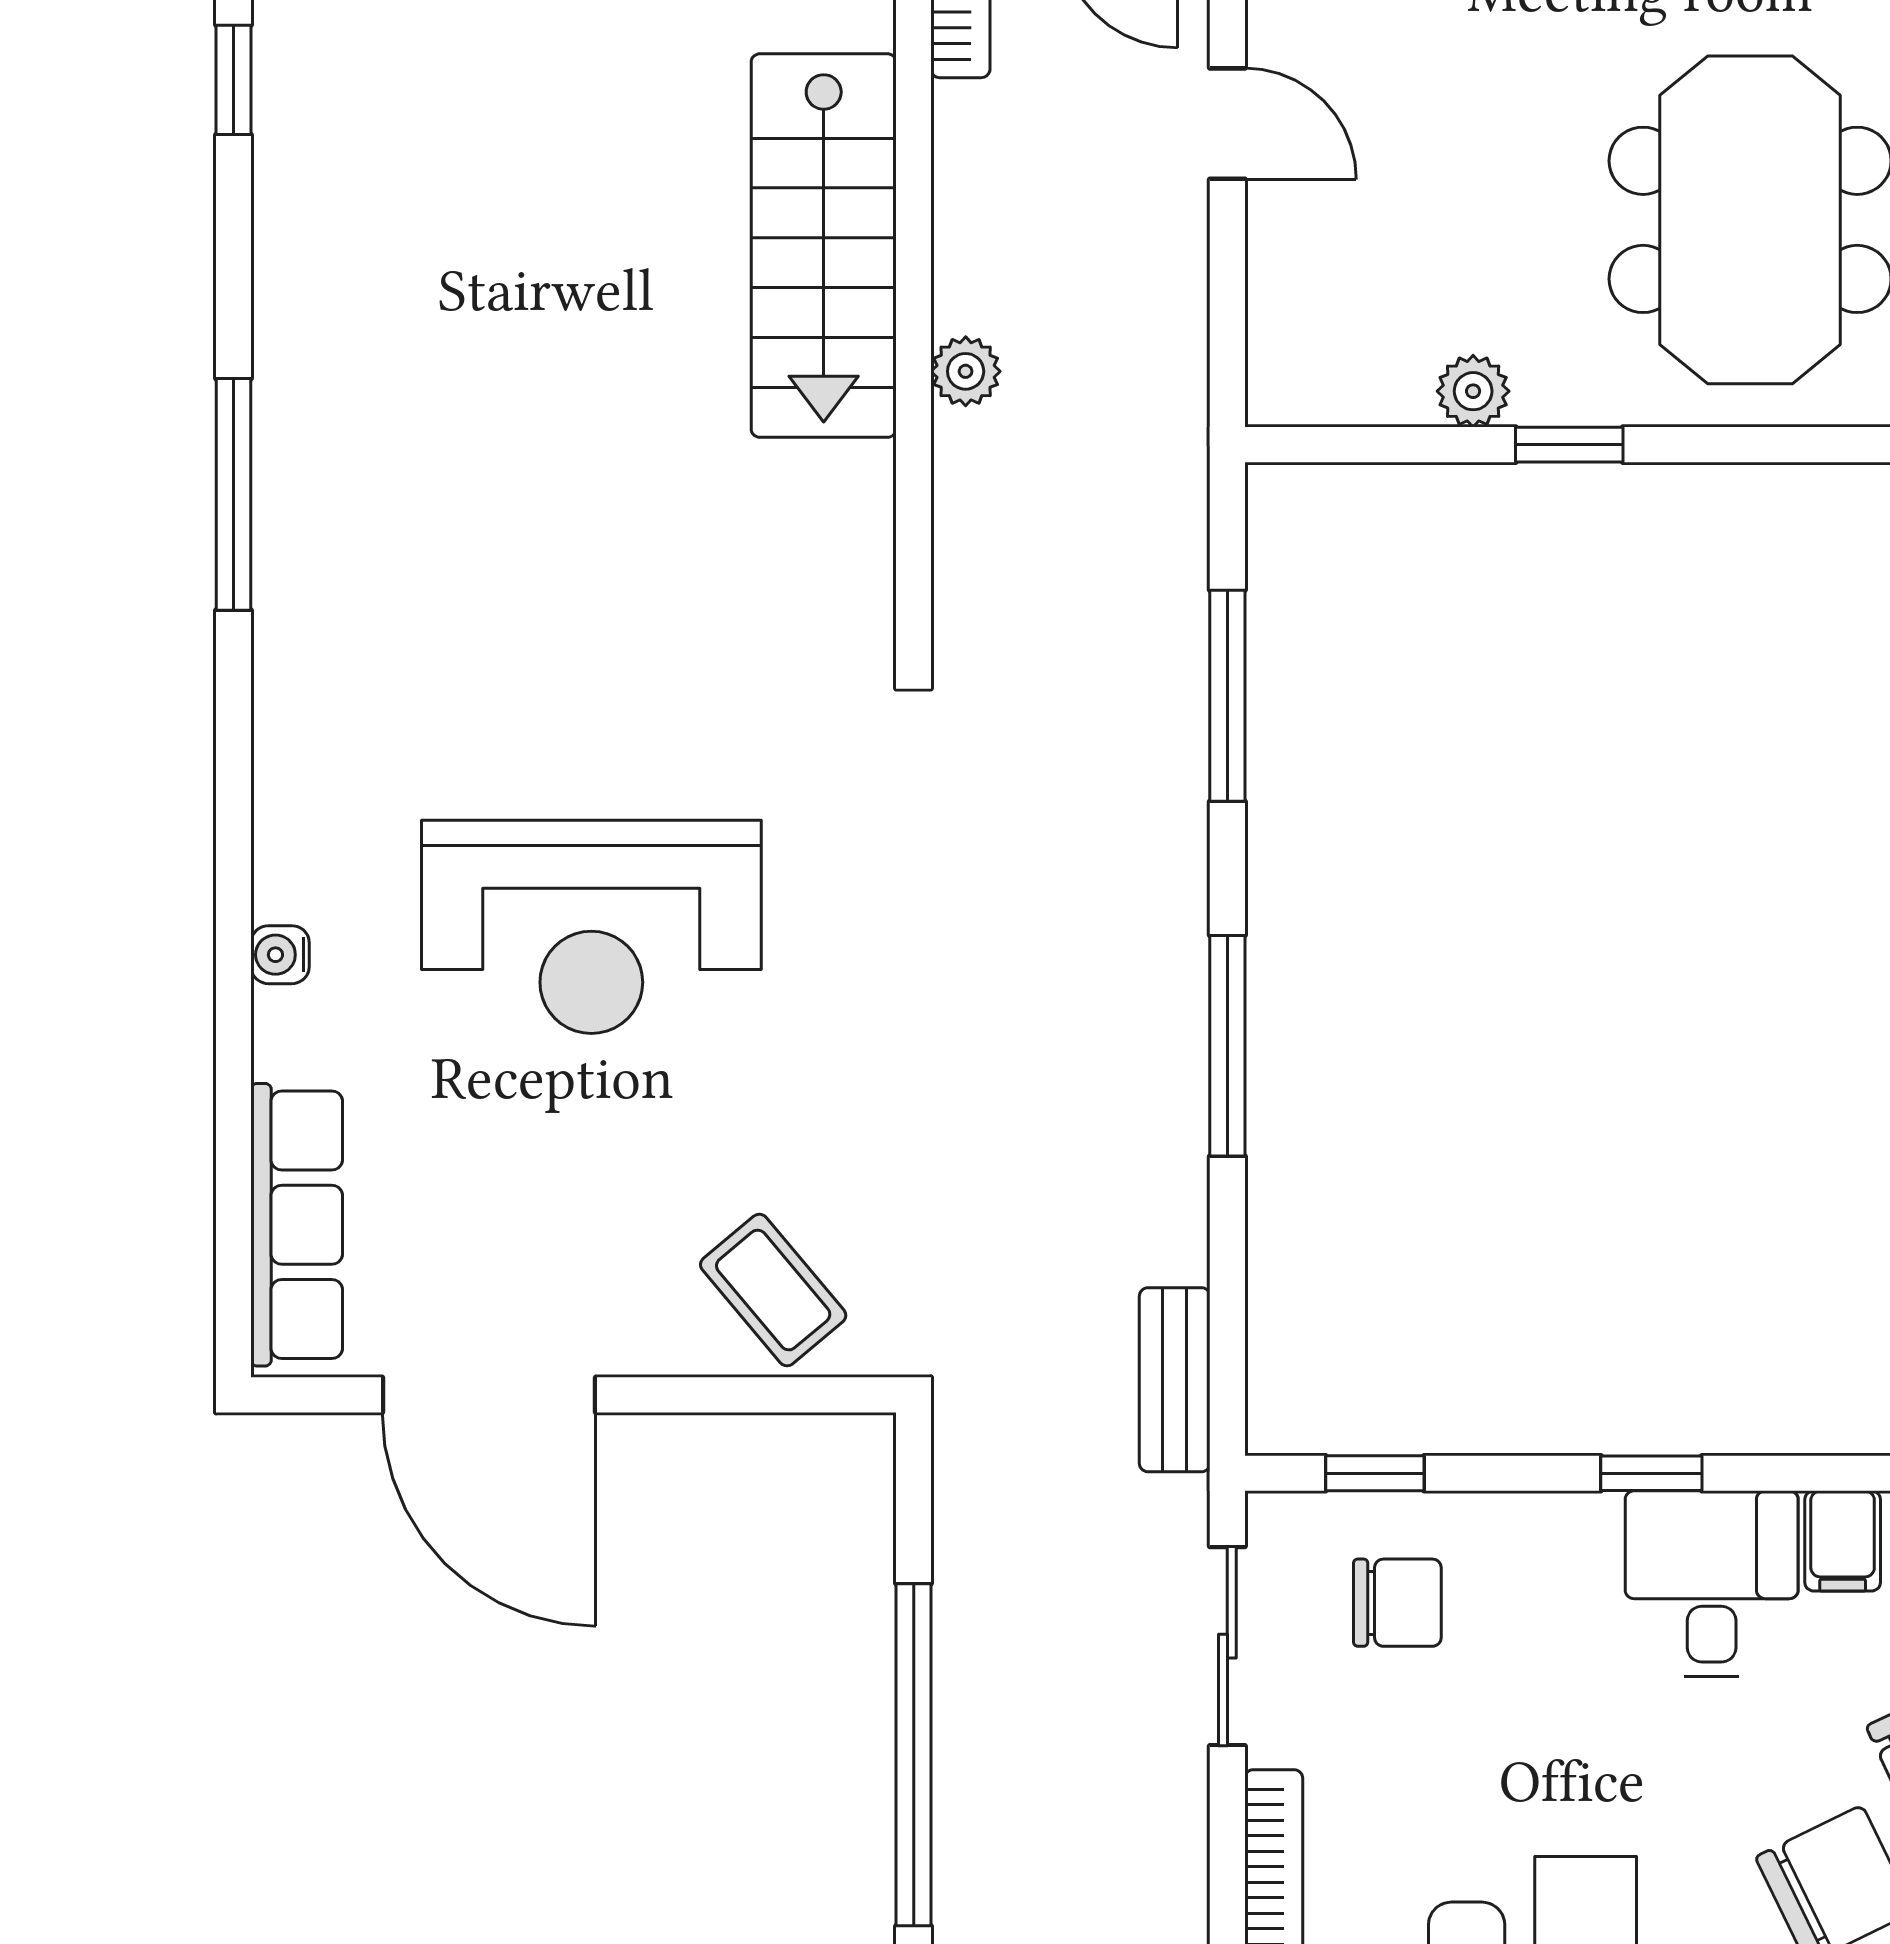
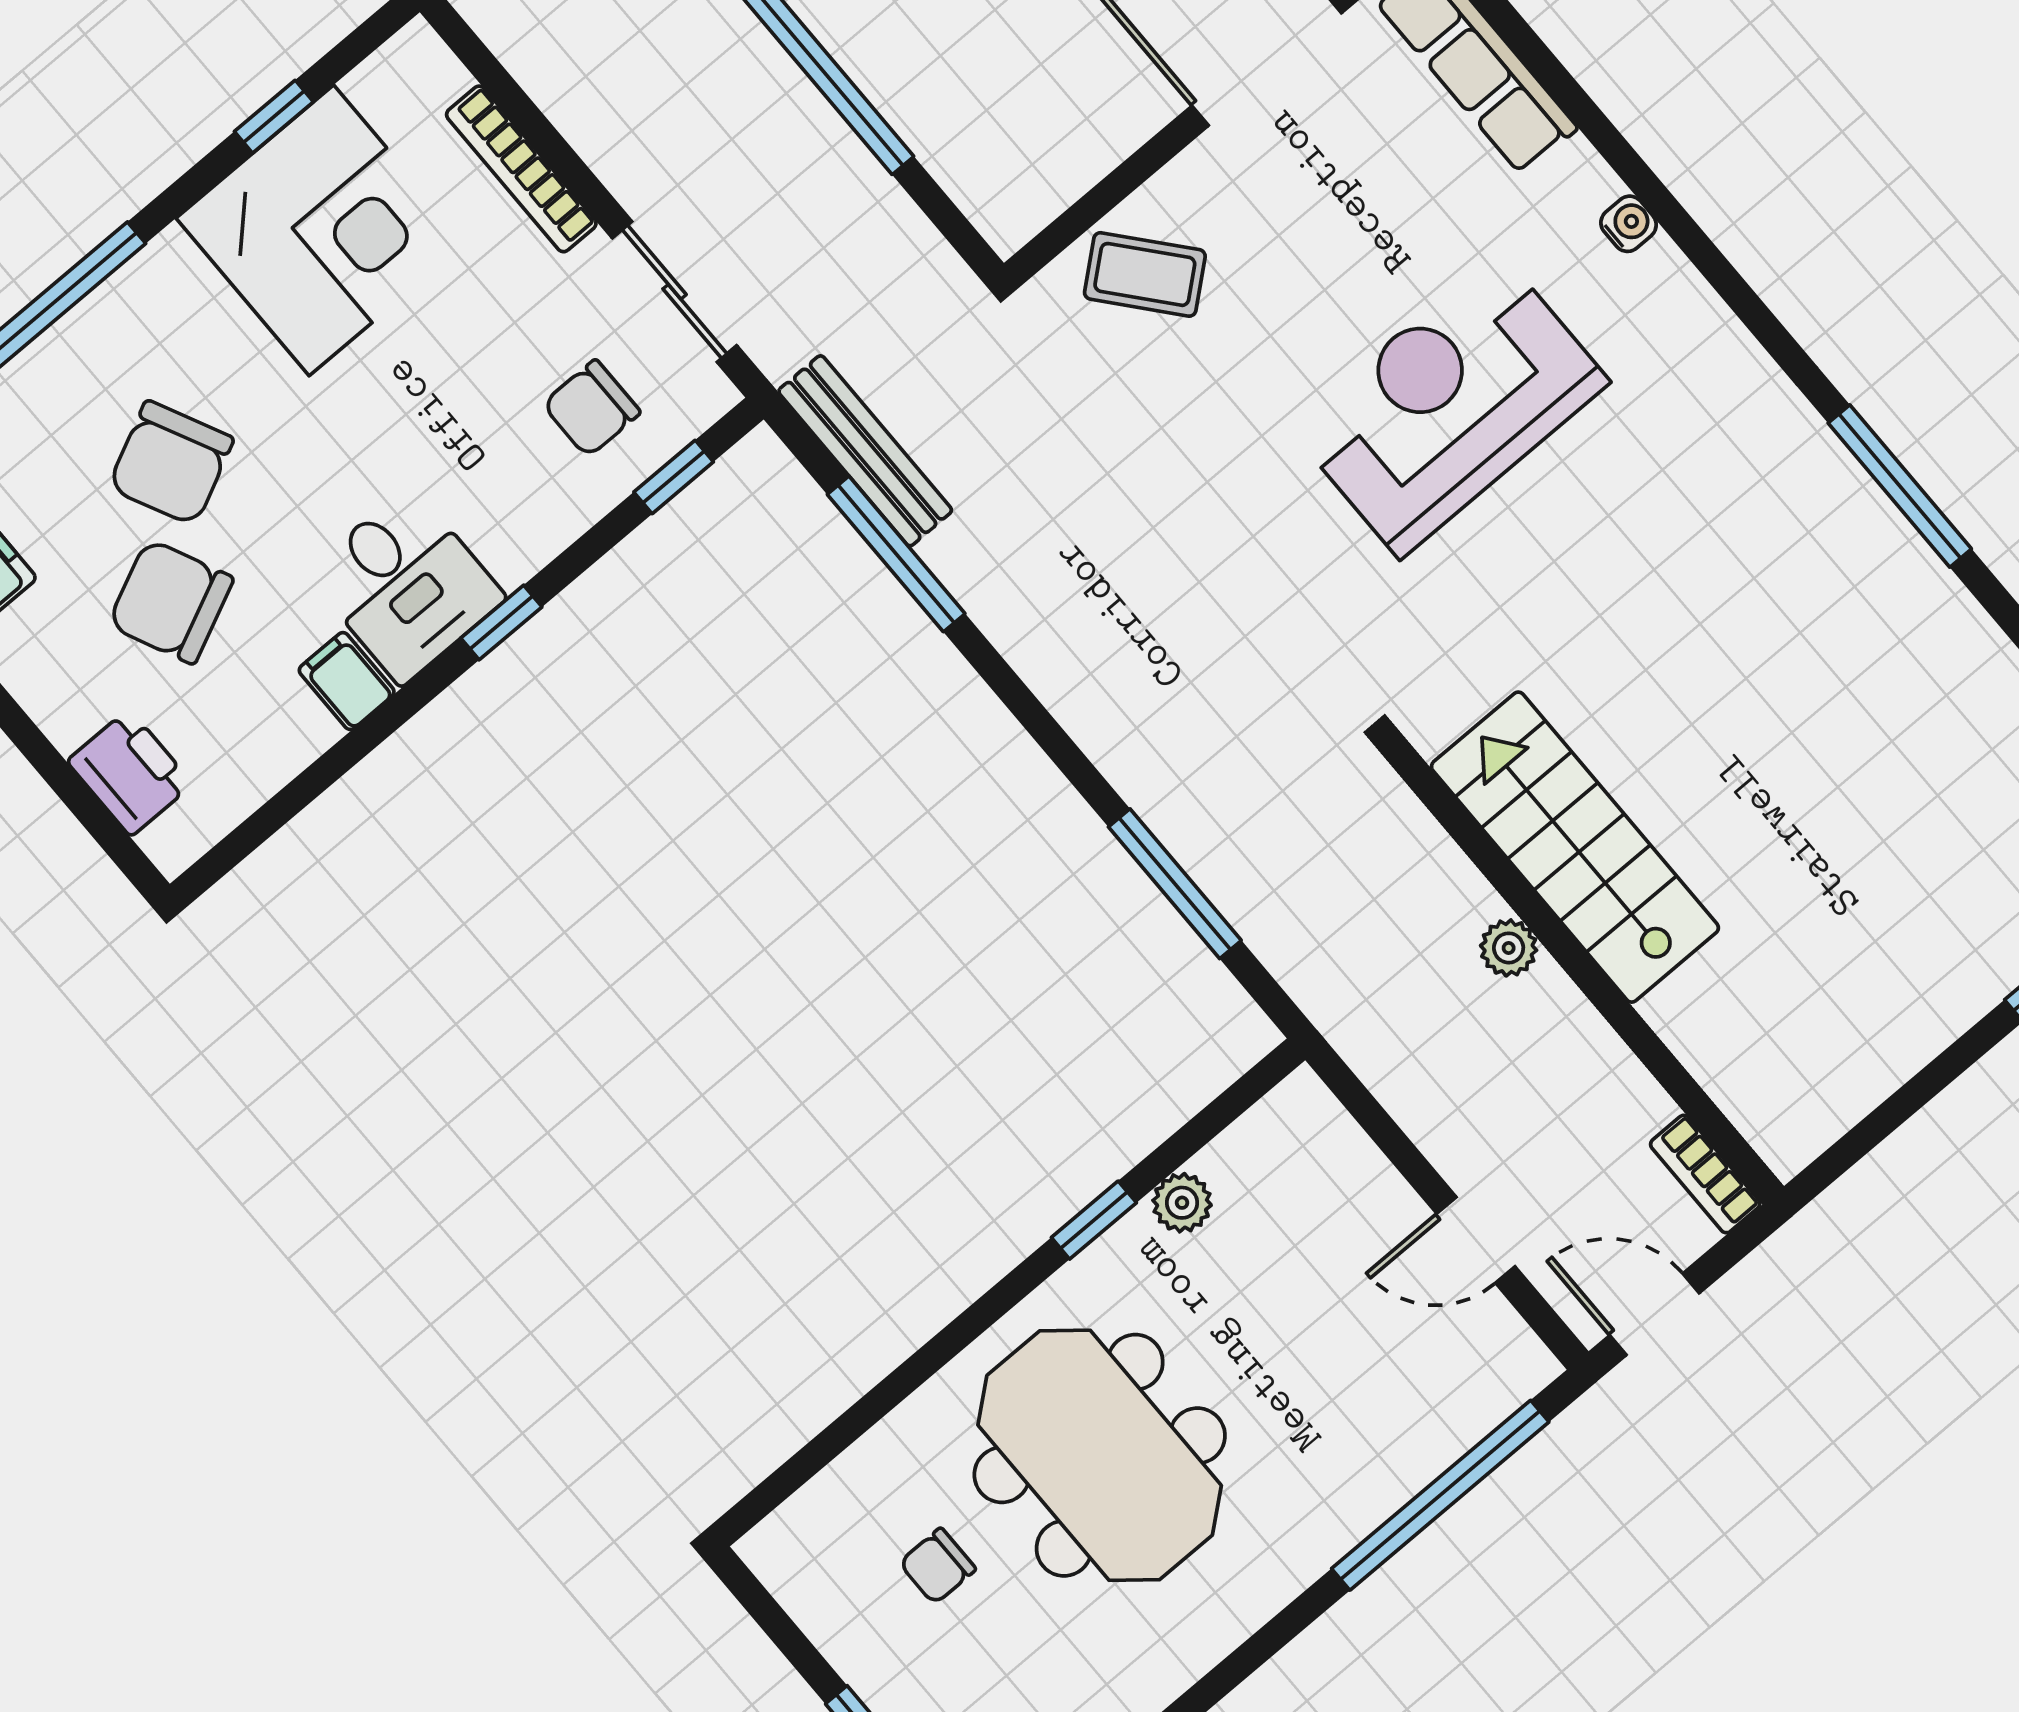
stairs: (824, 246) -> (1575, 847), moved
window: (1227, 1046) -> (896, 554), moved
bench: (1175, 1380) -> (865, 451), width x1.36

